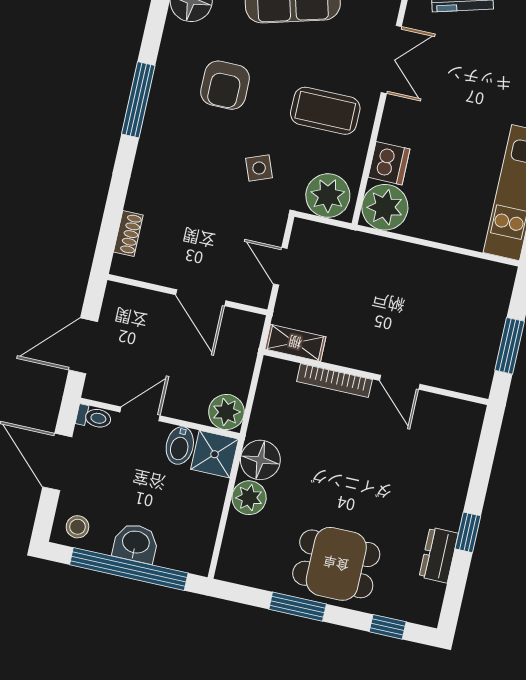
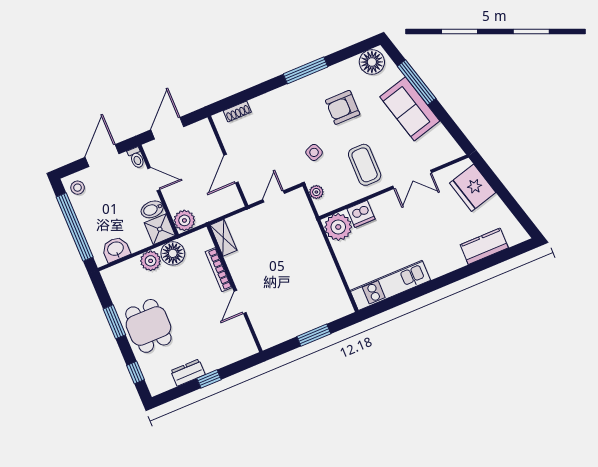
plant: (328, 196) -> (316, 192), width x0.53, depth x0.53
shelving: (295, 343) -> (223, 238), moved
door: (83, 346) -> (167, 128), hinge flipped
wall: (376, 377) -> (235, 289), moved
bookcase: (334, 380) -> (219, 270), moved
door: (400, 382) -> (240, 302), moved
washbasin: (136, 543) -> (116, 249), moved, turned -90

